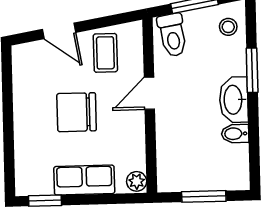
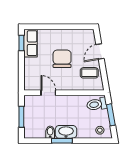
window: (252, 70) -> (62, 141), moved
door: (149, 93) -> (48, 93), moved
row of seats: (84, 180) -> (30, 43), moved
plant: (137, 181) -> (29, 86), removed

